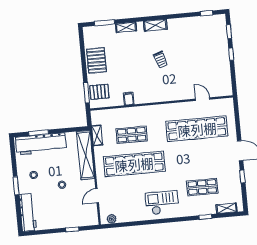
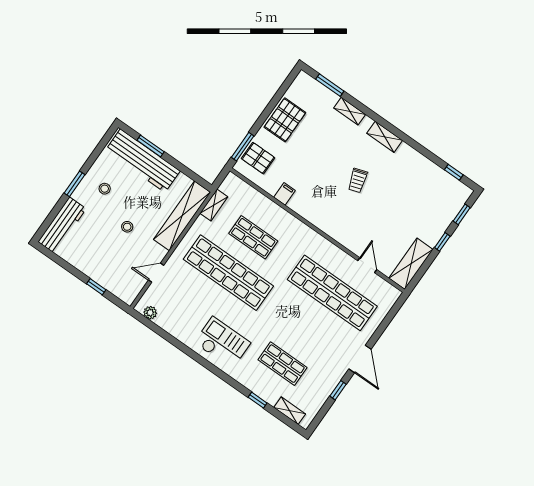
shelving: (225, 79) -> (411, 264), added

